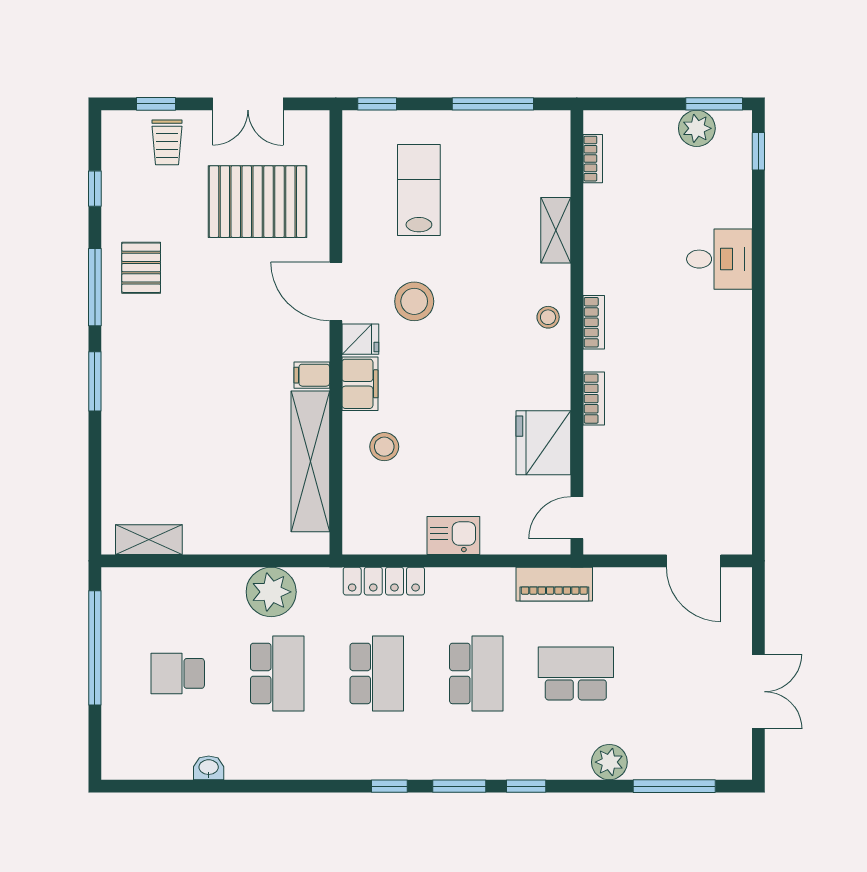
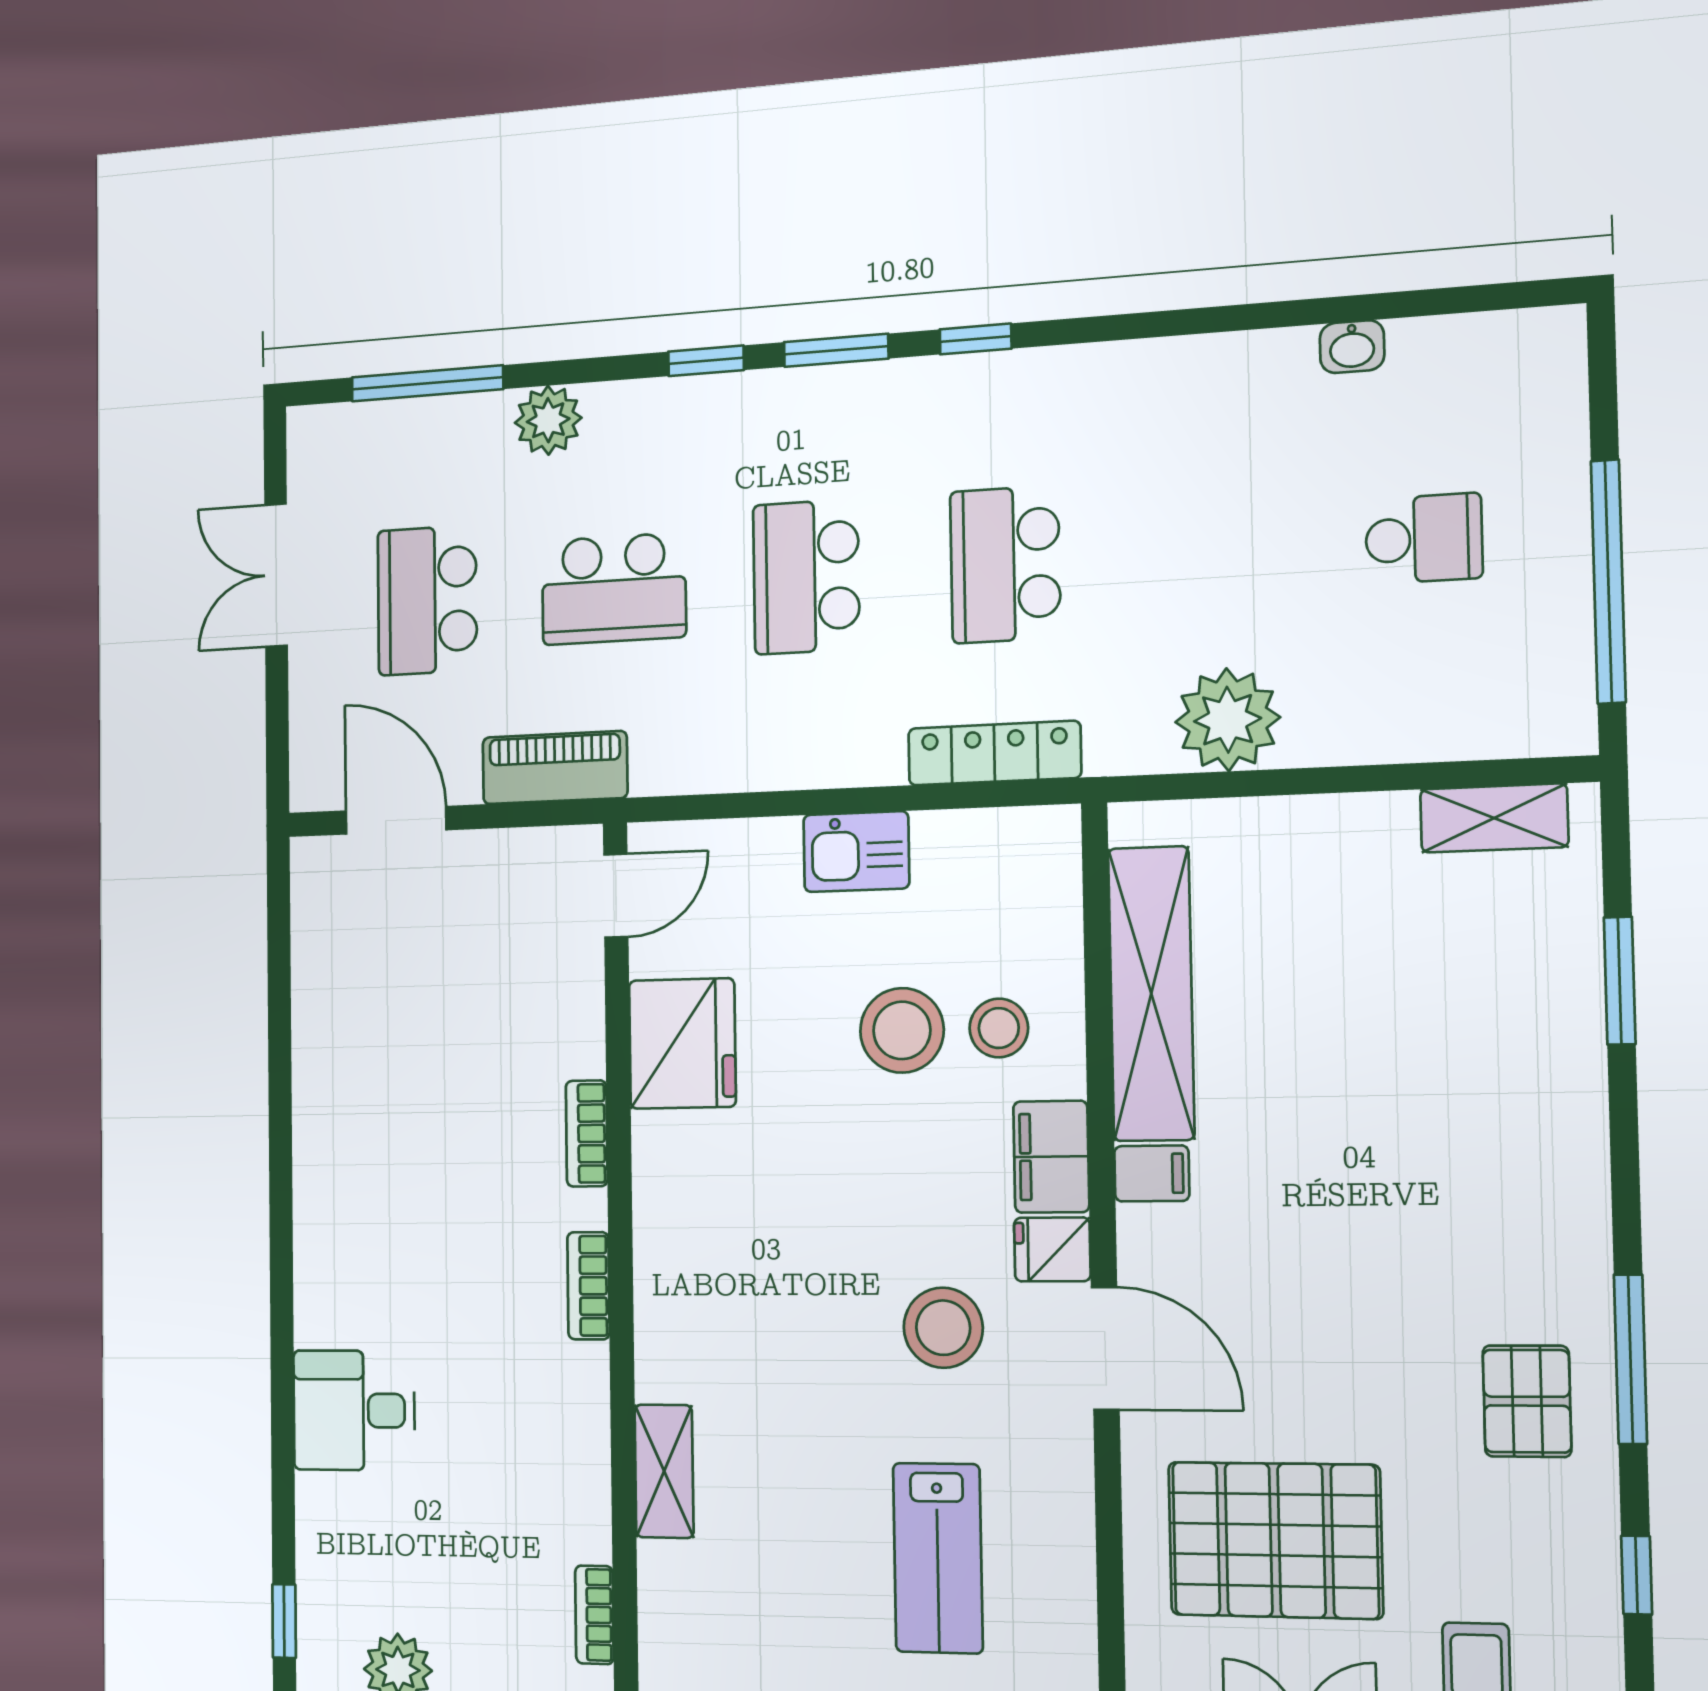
stool: (548, 317) -> (902, 1030), moved, width x1.89, depth x1.89
window: (95, 381) -> (1620, 981), moved
piano: (554, 584) -> (555, 768), moved
school desk: (277, 673) -> (427, 600), moved

